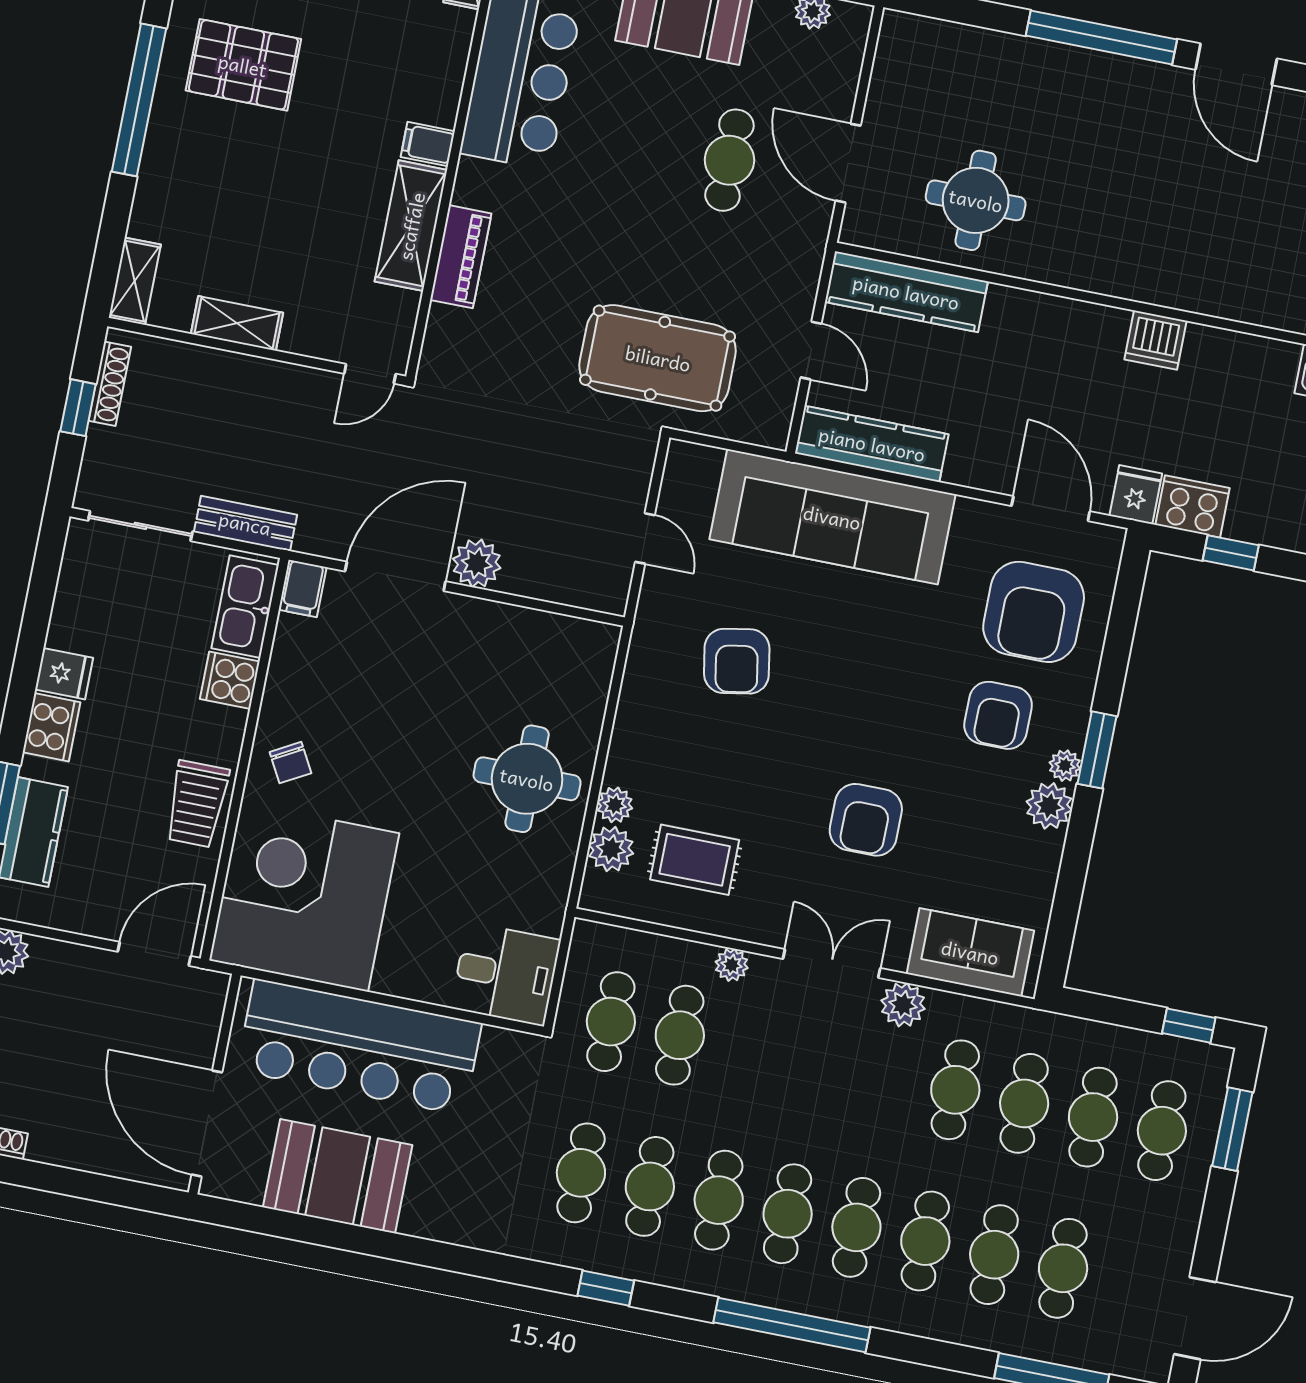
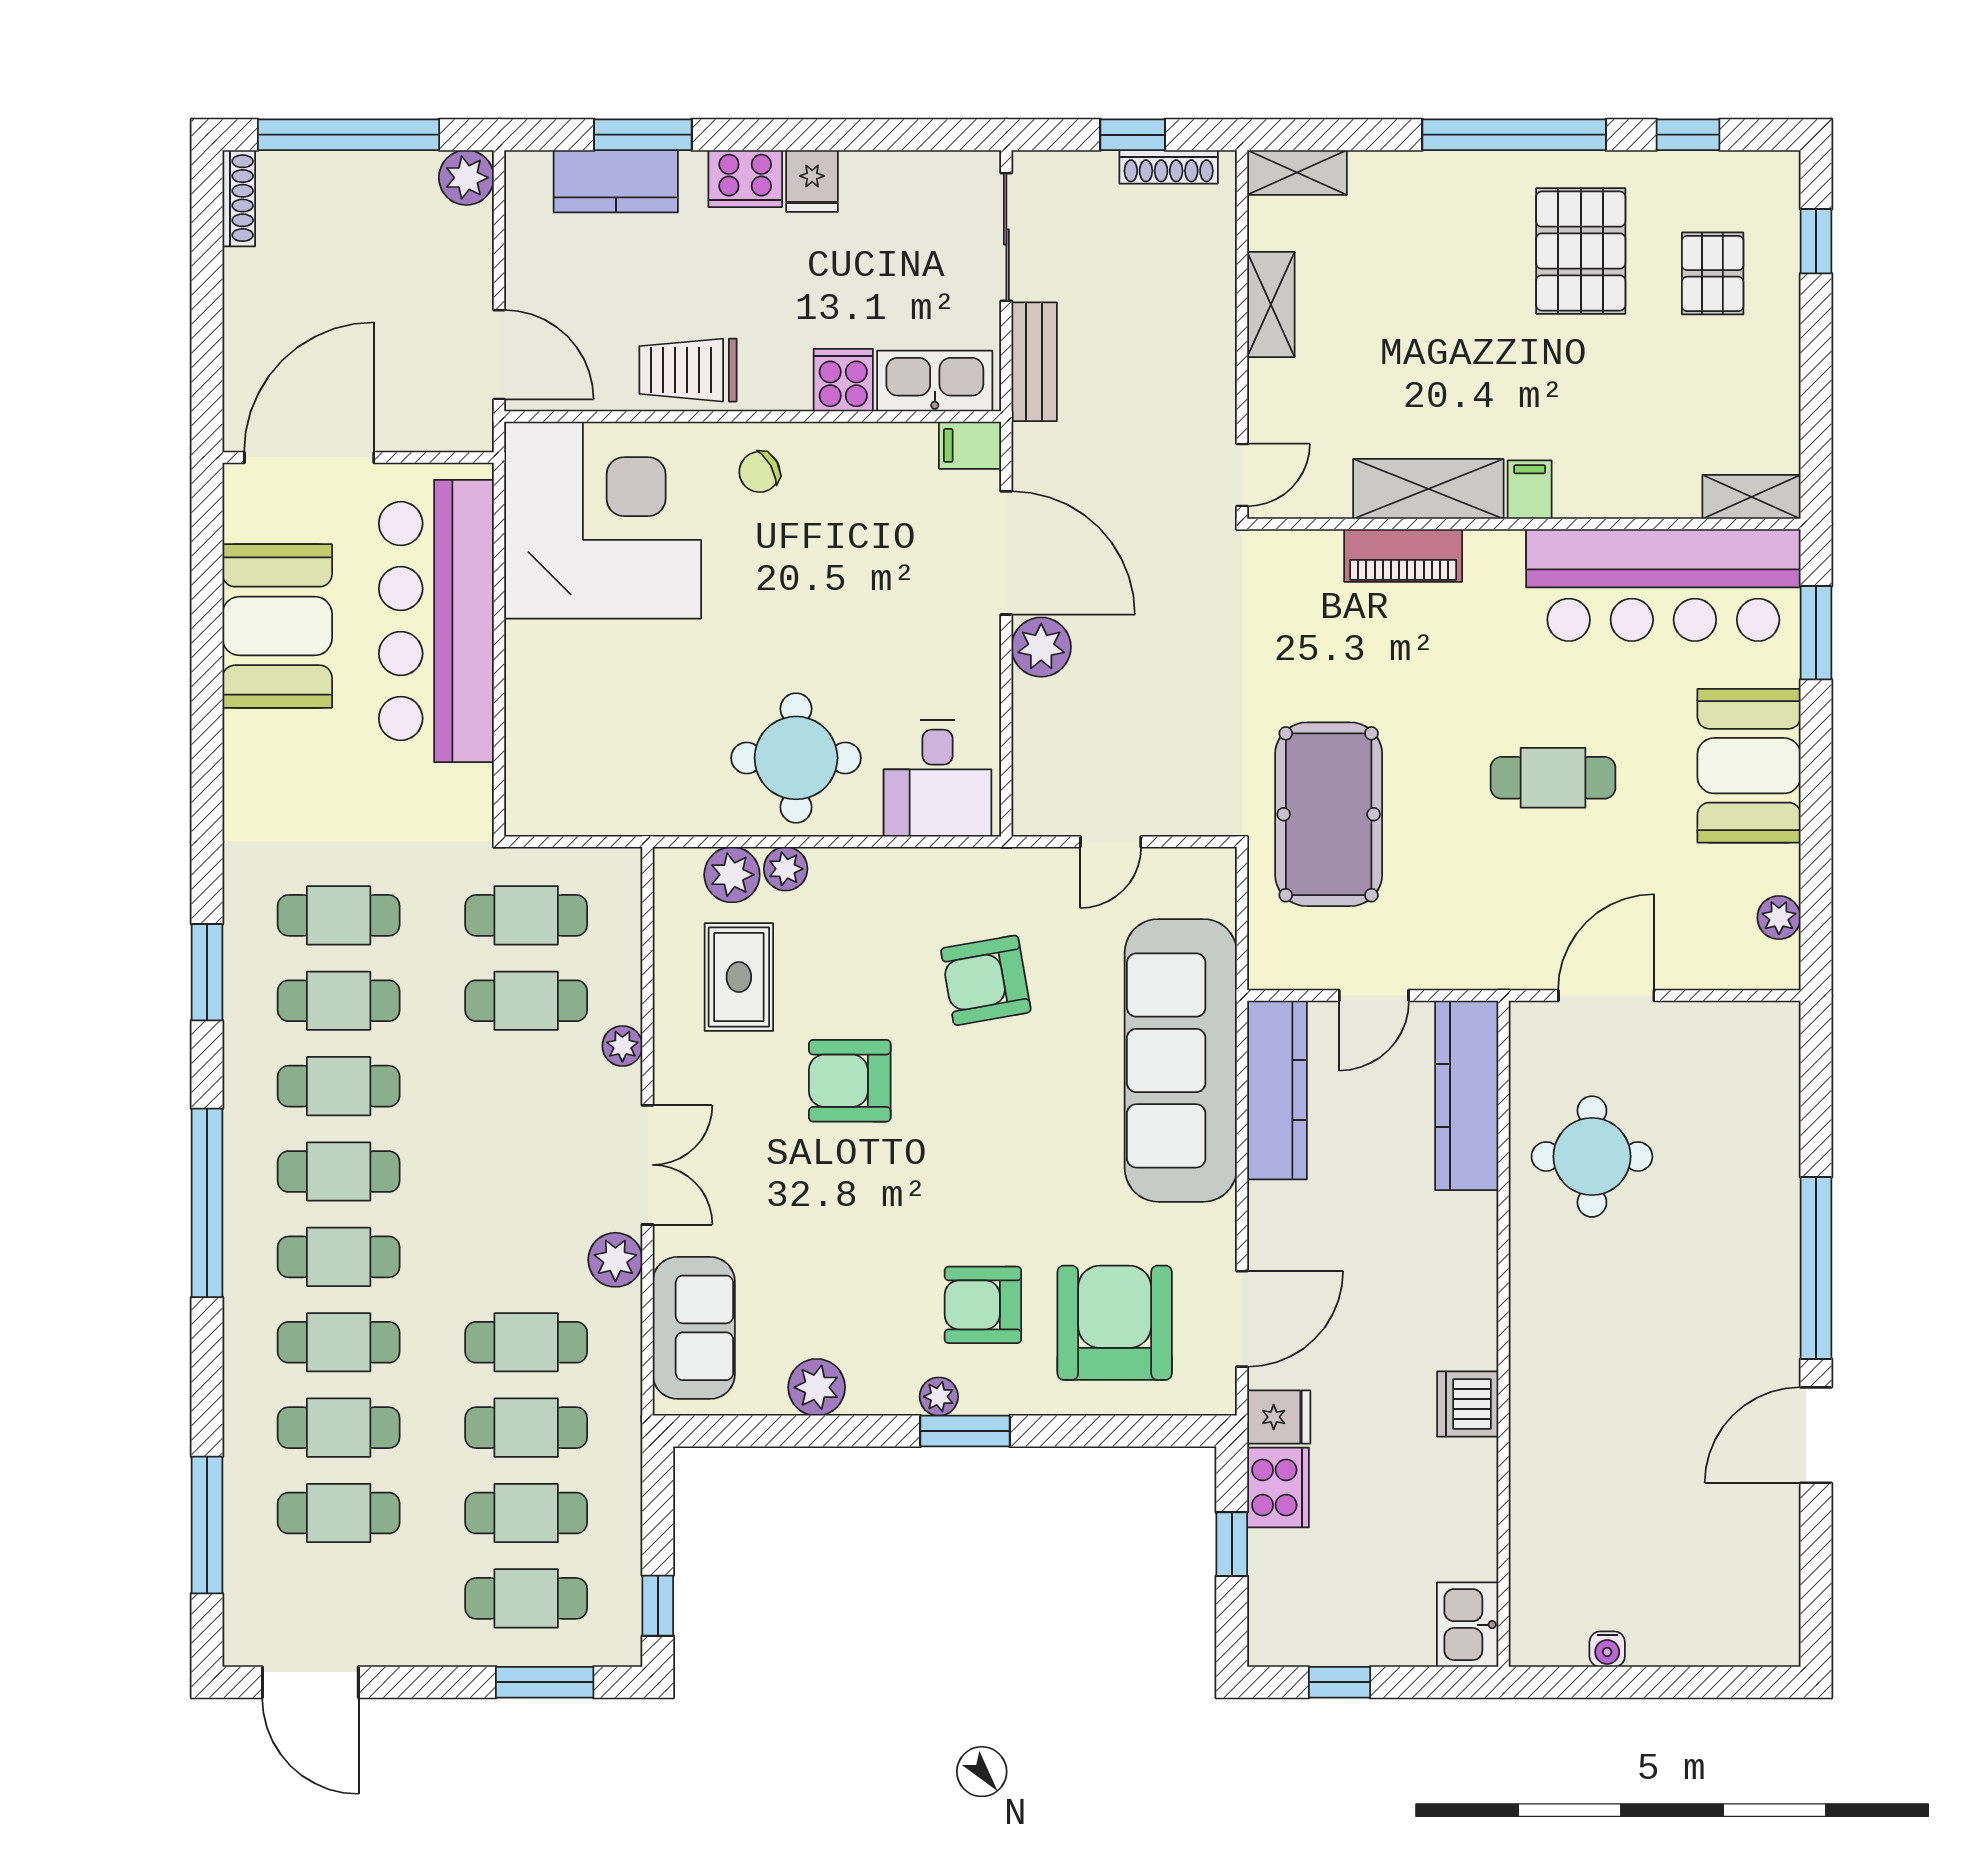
cafe table: (729, 160) -> (1553, 778), moved
door: (370, 374) -> (1242, 475), swing flipped
armchair: (1034, 612) -> (1115, 1323), turned 90
plant: (1049, 806) -> (817, 1387), moved
armchair: (866, 820) -> (850, 1081), moved
desk: (506, 974) -> (938, 779), moved
window: (606, 1288) -> (207, 972), width x1.50

